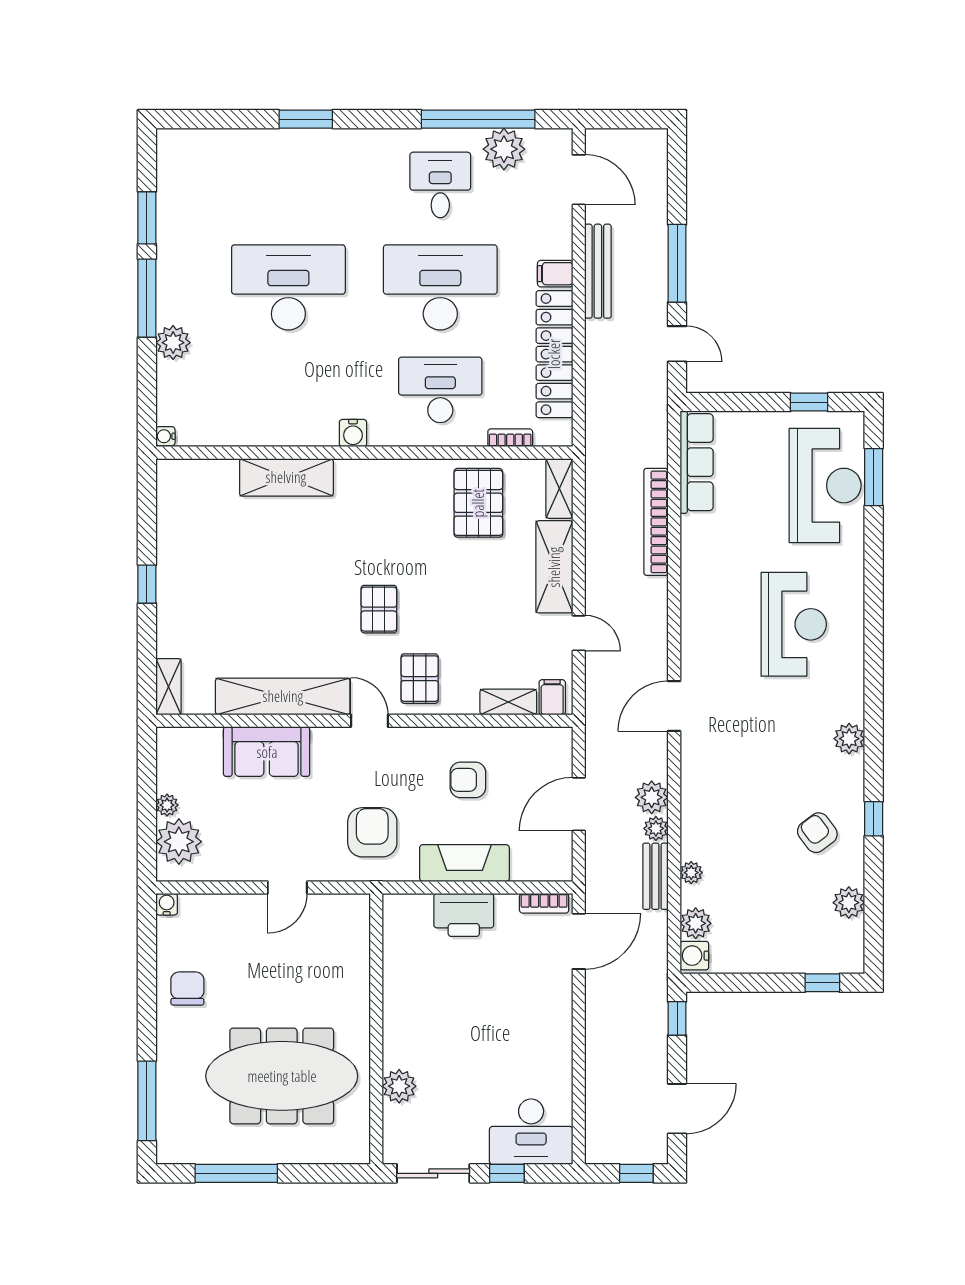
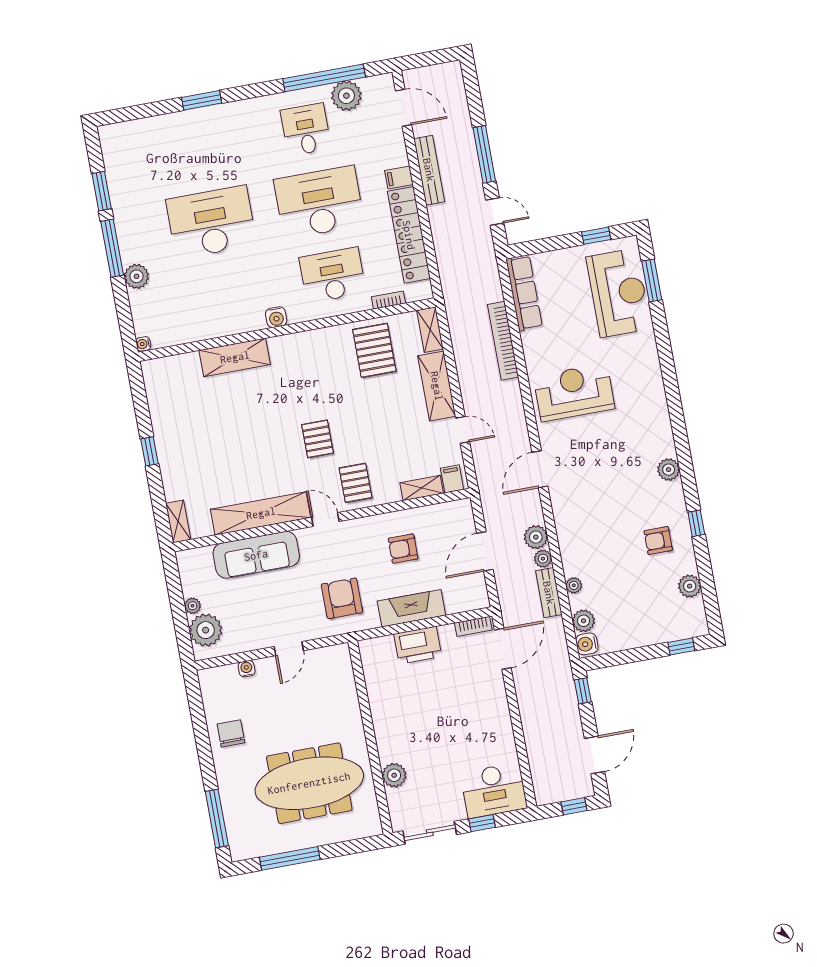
reception desk: (794, 624) -> (574, 392), moved, turned -90
sofa: (267, 752) -> (256, 555), width x1.36
armchair: (817, 833) -> (658, 541), turned -53
water cooler: (167, 904) -> (247, 669), moved

